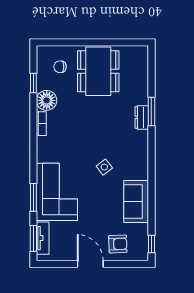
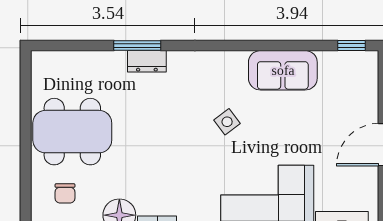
armchair: (118, 244) -> (351, 100), removed

